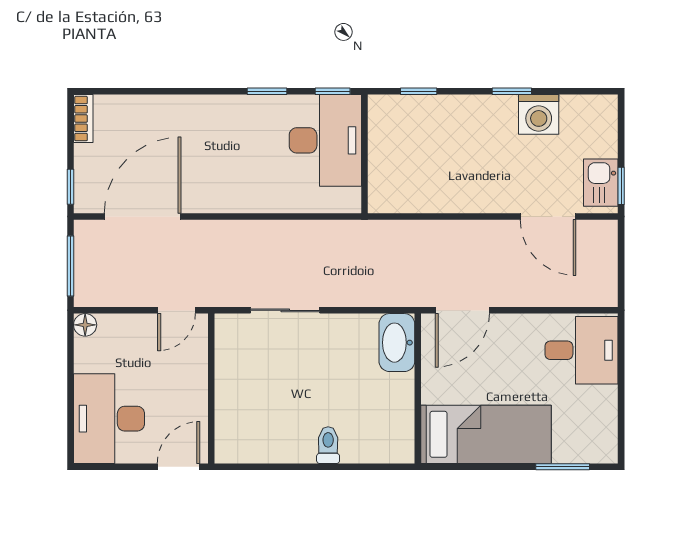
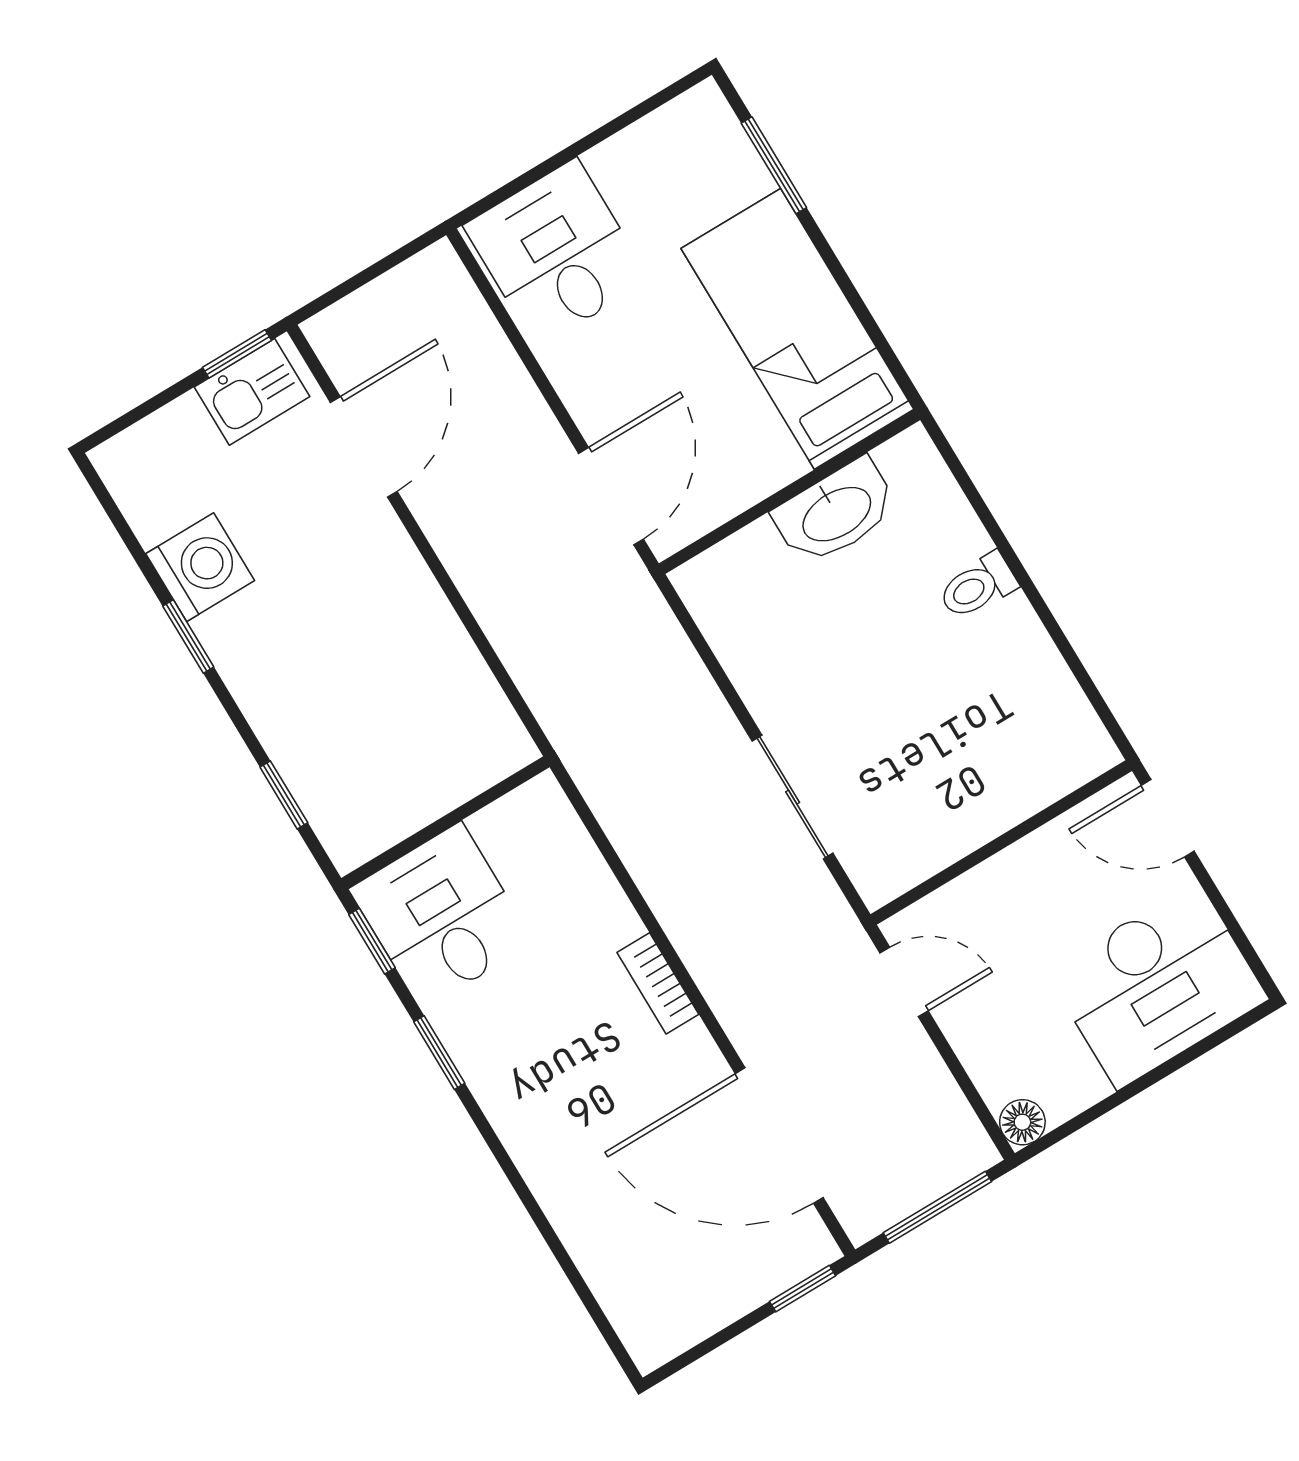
bookcase: (83, 119) -> (658, 983), moved, turned -90
desk: (325, 140) -> (441, 916), width x0.73
door: (462, 310) -> (611, 496), hinge flipped
washbasin: (397, 343) -> (836, 512), moved

